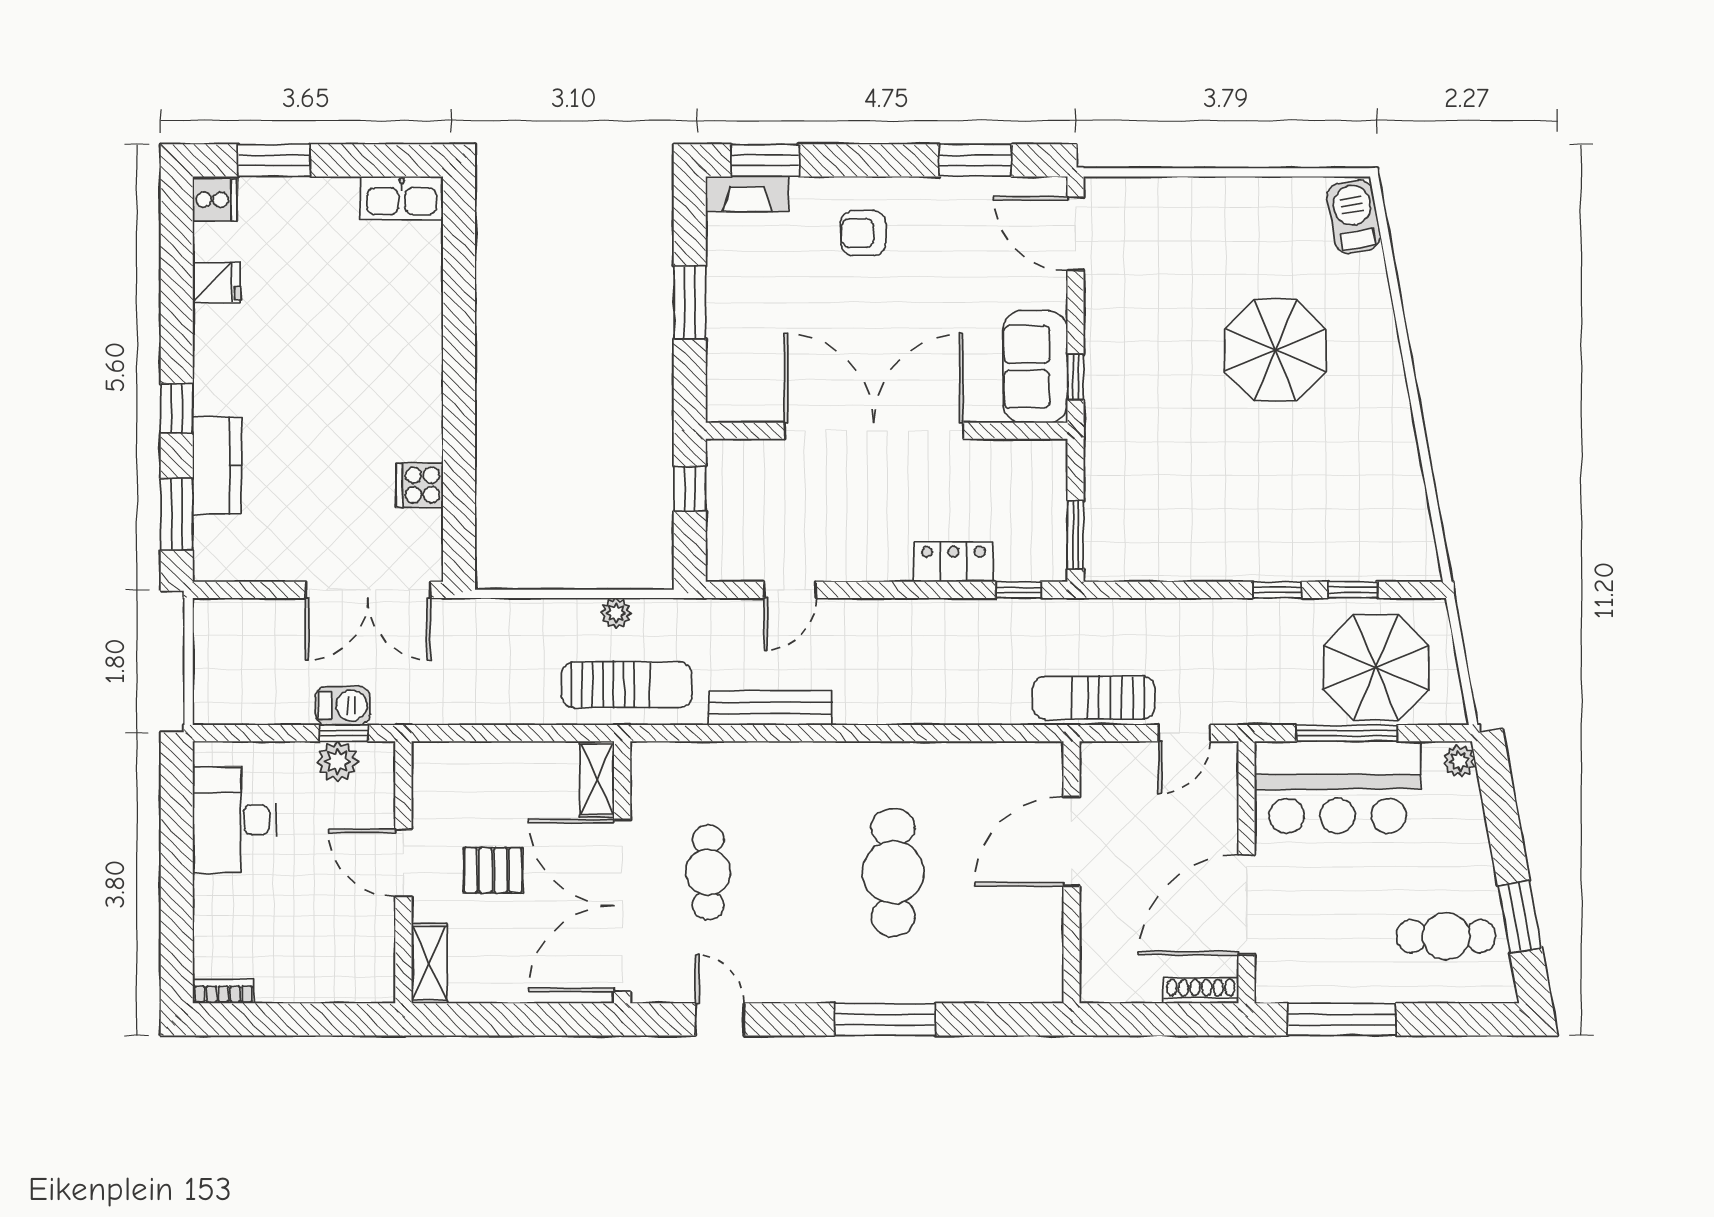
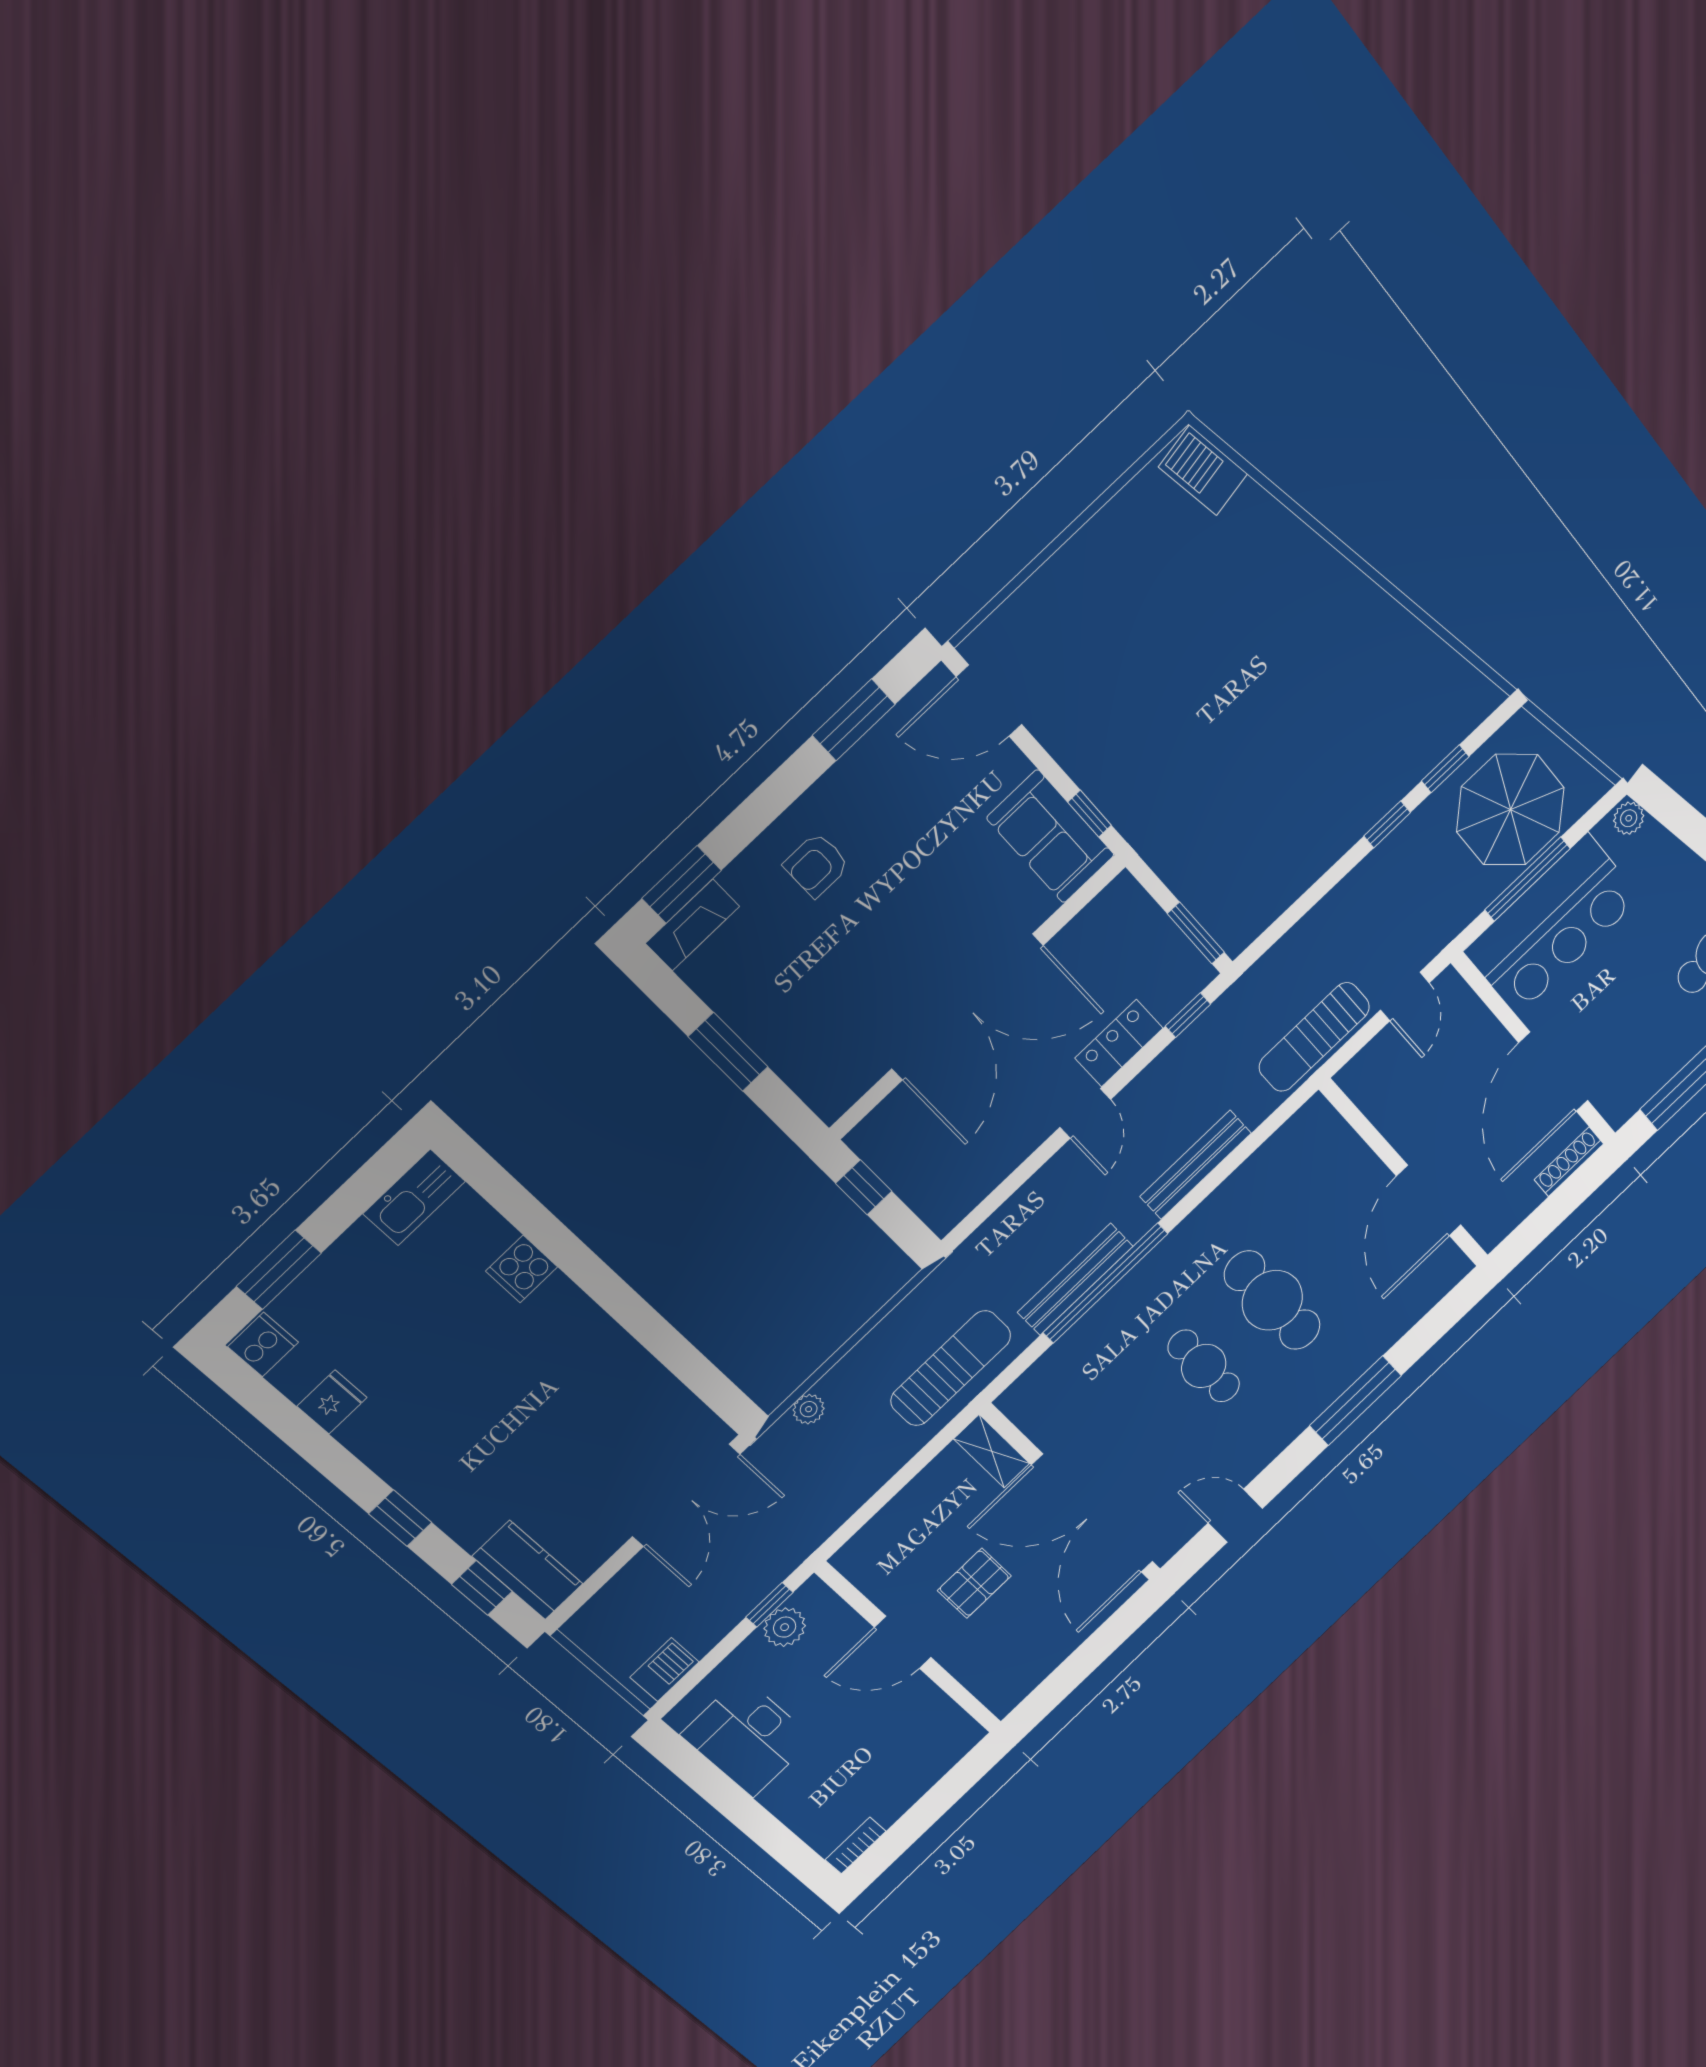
parasol: (1275, 350) -> (1231, 641), removed
double door: (874, 431) -> (967, 1007), swing flipped
kitchen counter: (217, 466) -> (528, 1570), moved
cooker: (420, 485) -> (522, 1269), moved
window: (177, 514) -> (482, 1588), width x0.67
door: (790, 590) -> (1085, 1113), moved
plant: (616, 613) -> (809, 1409), moved
barbecue: (343, 706) -> (664, 1670), moved
bench: (928, 708) -> (1196, 1165), added
window: (788, 733) -> (1105, 1283), added
door: (1072, 841) -> (1429, 1201), moved
cafe table: (708, 872) -> (1204, 1366), moved
shelving: (429, 963) -> (988, 1685), removed

